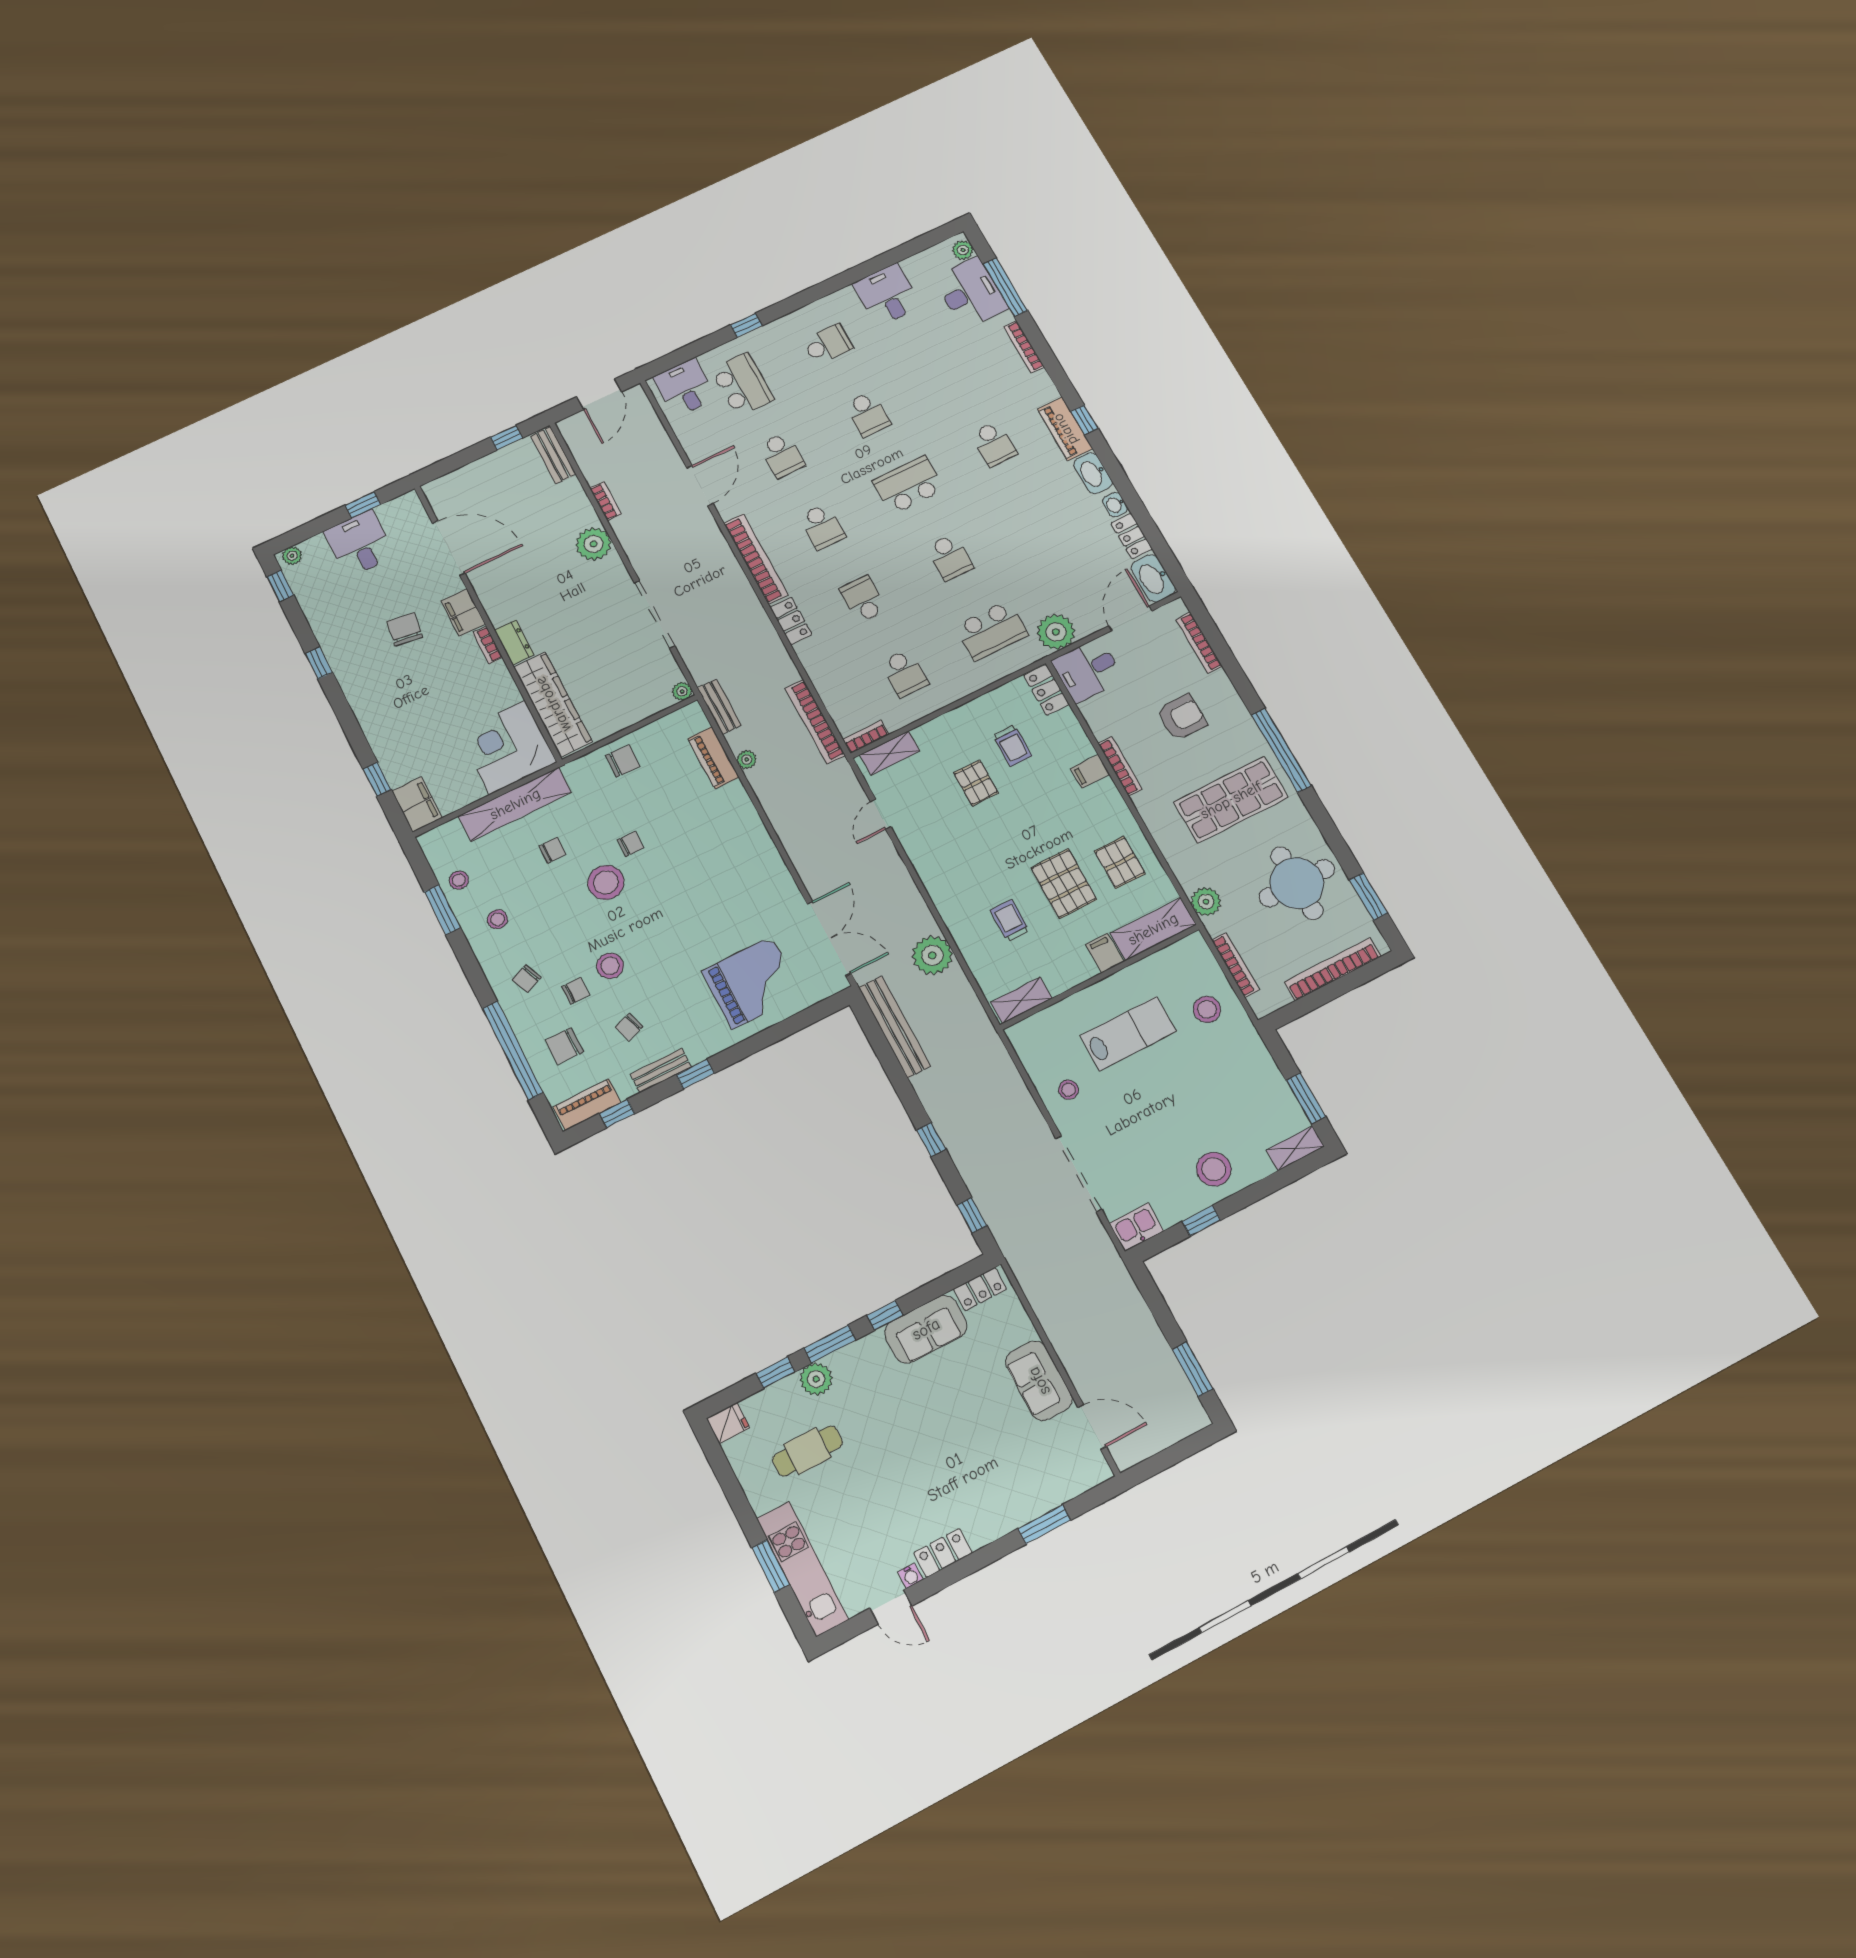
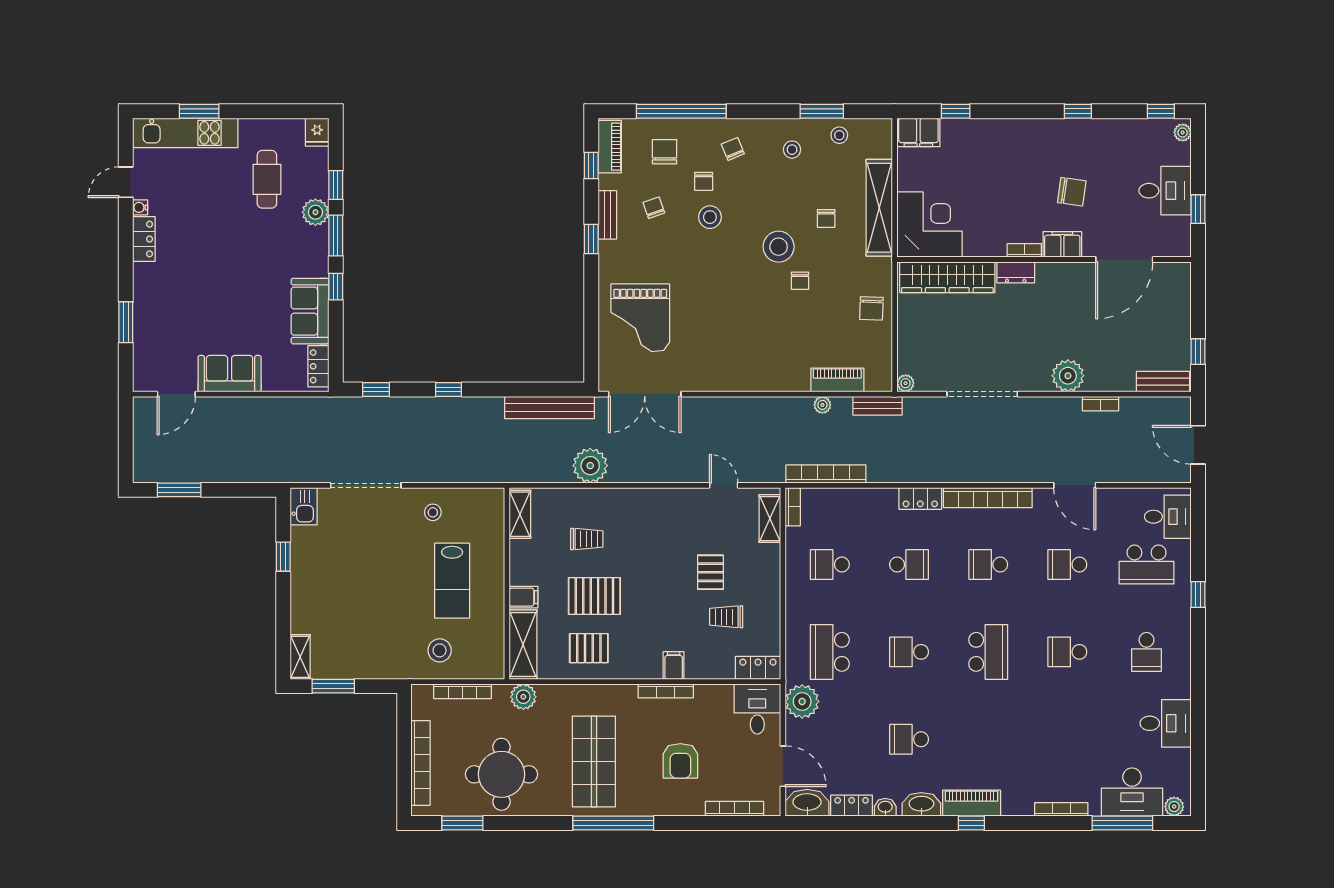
school desk: (994, 444) -> (909, 739), moved
pallet: (976, 783) -> (710, 572), turned 90
stool: (1214, 1169) -> (316, 588), removed

